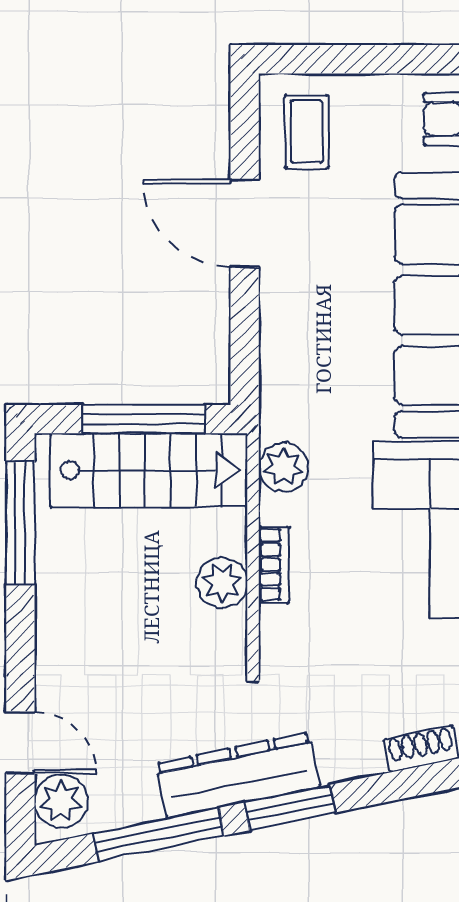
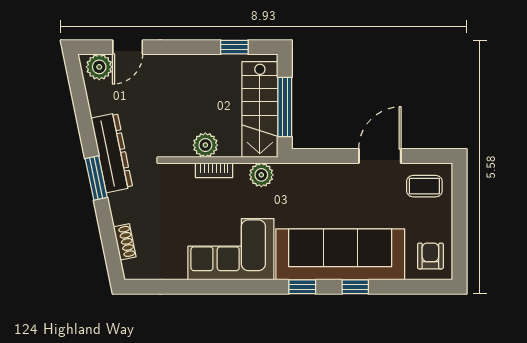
window: (20, 523) -> (234, 47), width x0.46
window: (159, 834) -> (83, 114), removed

